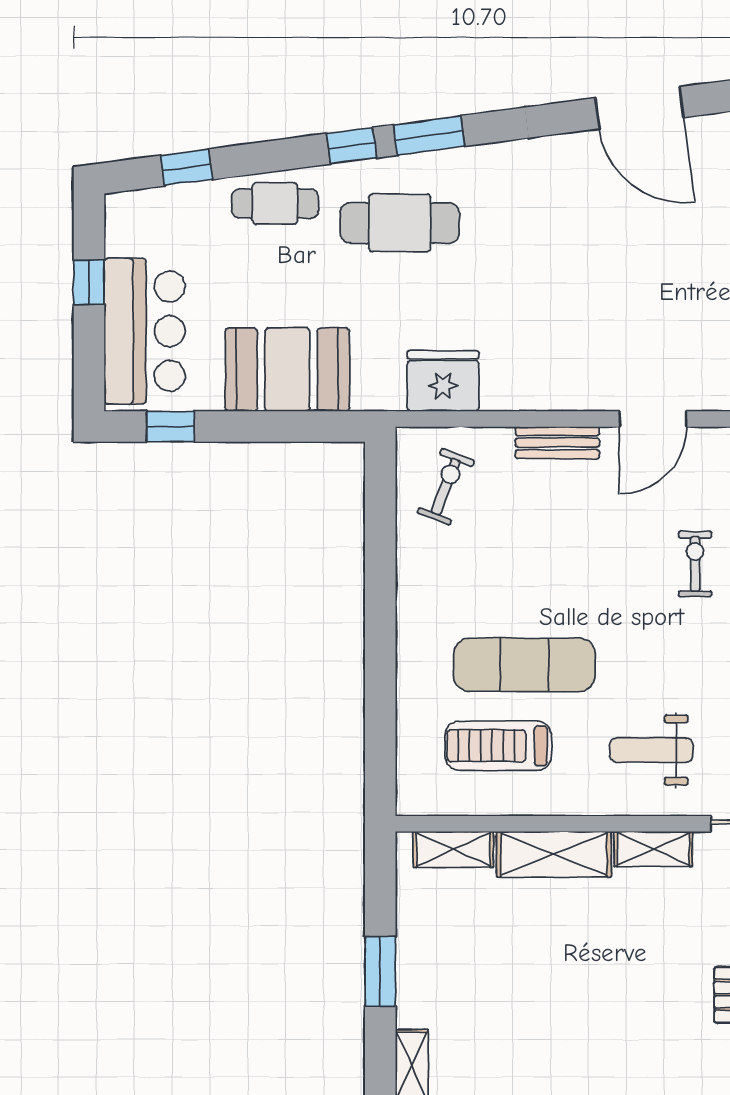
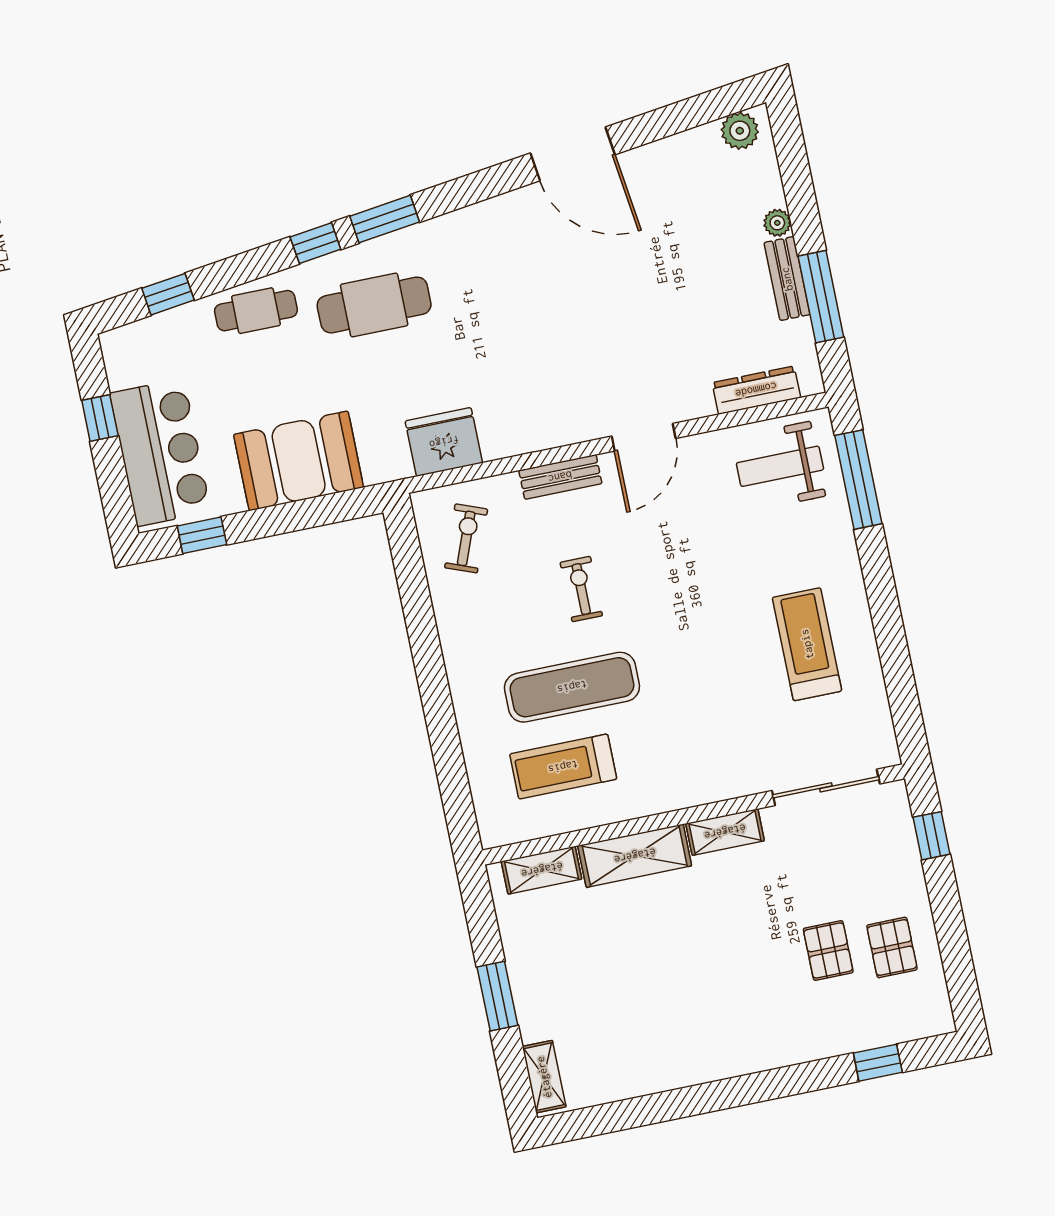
exercise bike: (695, 564) -> (581, 589), moved
weight bench: (651, 750) -> (705, 742), removed

